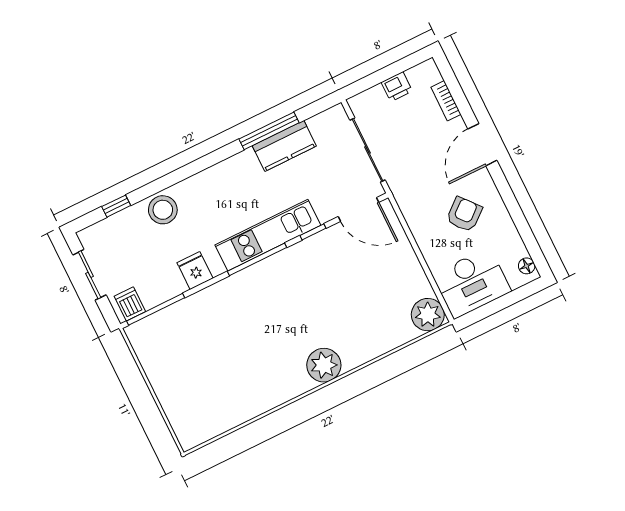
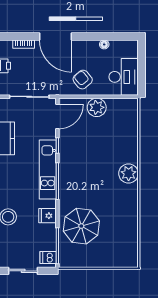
door: (482, 145) -> (55, 36), width x1.36
armchair: (464, 214) -> (83, 80), moved
floor lamp: (527, 266) -> (104, 44), moved
plant: (428, 315) -> (97, 107), moved
parasol: (205, 332) -> (81, 226), added

